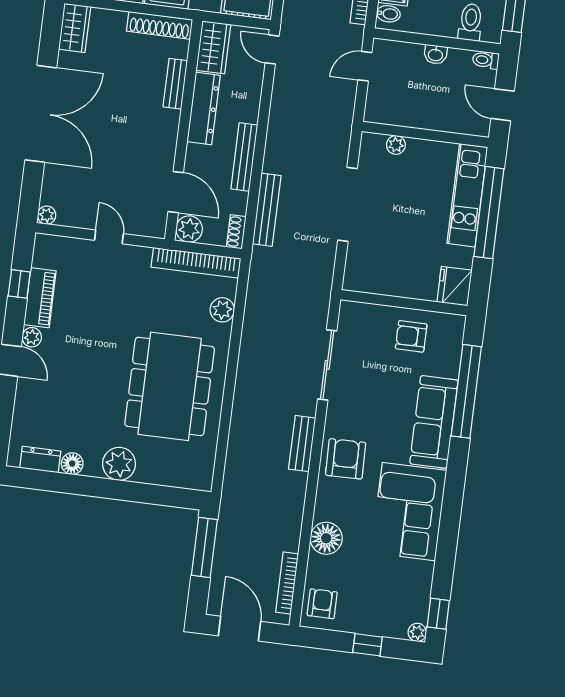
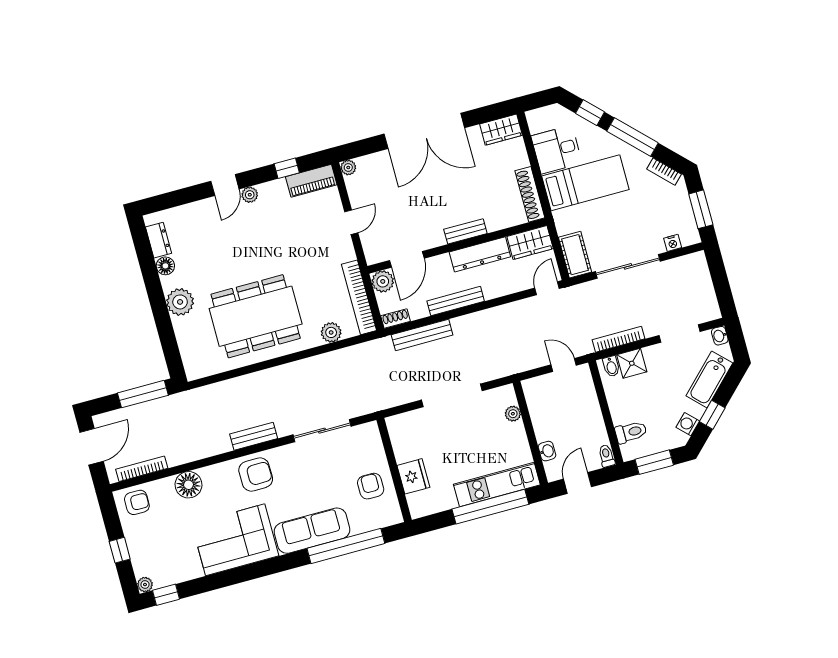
washbasin: (435, 55) -> (547, 451), moved, turned 180
bench: (175, 84) -> (465, 231), moved
fridge: (454, 286) -> (413, 476), moved, turned 90
piano: (40, 298) -> (311, 181), moved

